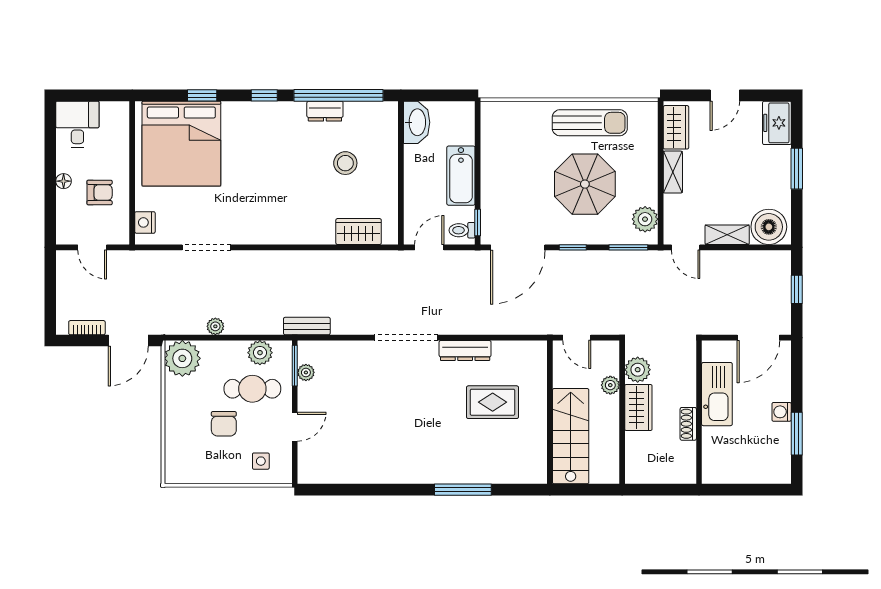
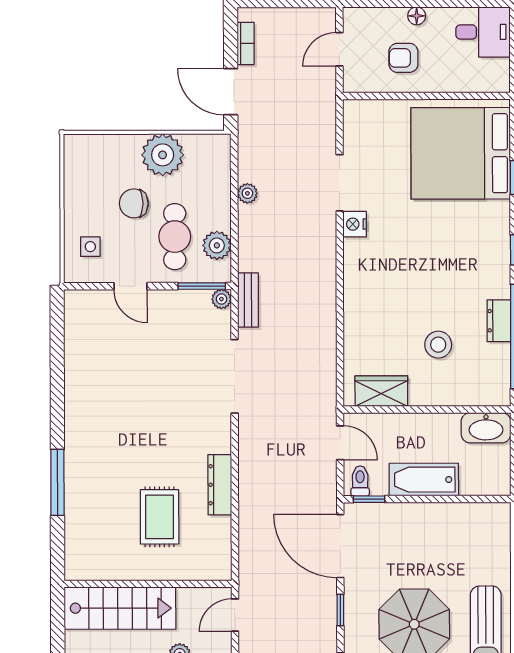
armchair: (100, 192) -> (403, 58), turned 90
nightstand: (145, 222) -> (355, 224), moved, turned -90
wardrobe: (359, 232) -> (381, 391), moved, turned -90
doorway: (406, 338) -> (235, 376), moved
plant: (182, 358) -> (163, 155), moved
plant: (306, 372) -> (221, 299), moved

